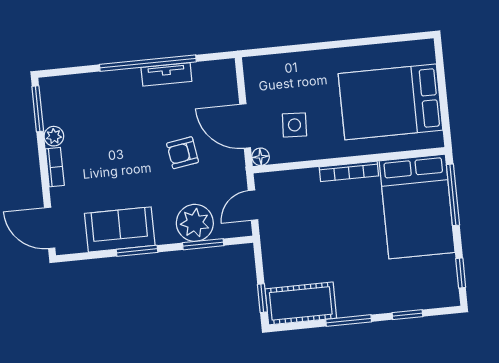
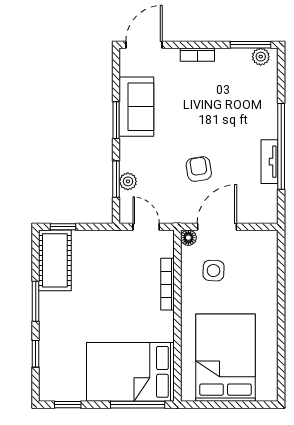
plant: (54, 136) -> (261, 57), moved
bookcase: (349, 171) -> (168, 284), moved
plant: (195, 223) -> (128, 181), width x0.53, depth x0.53

